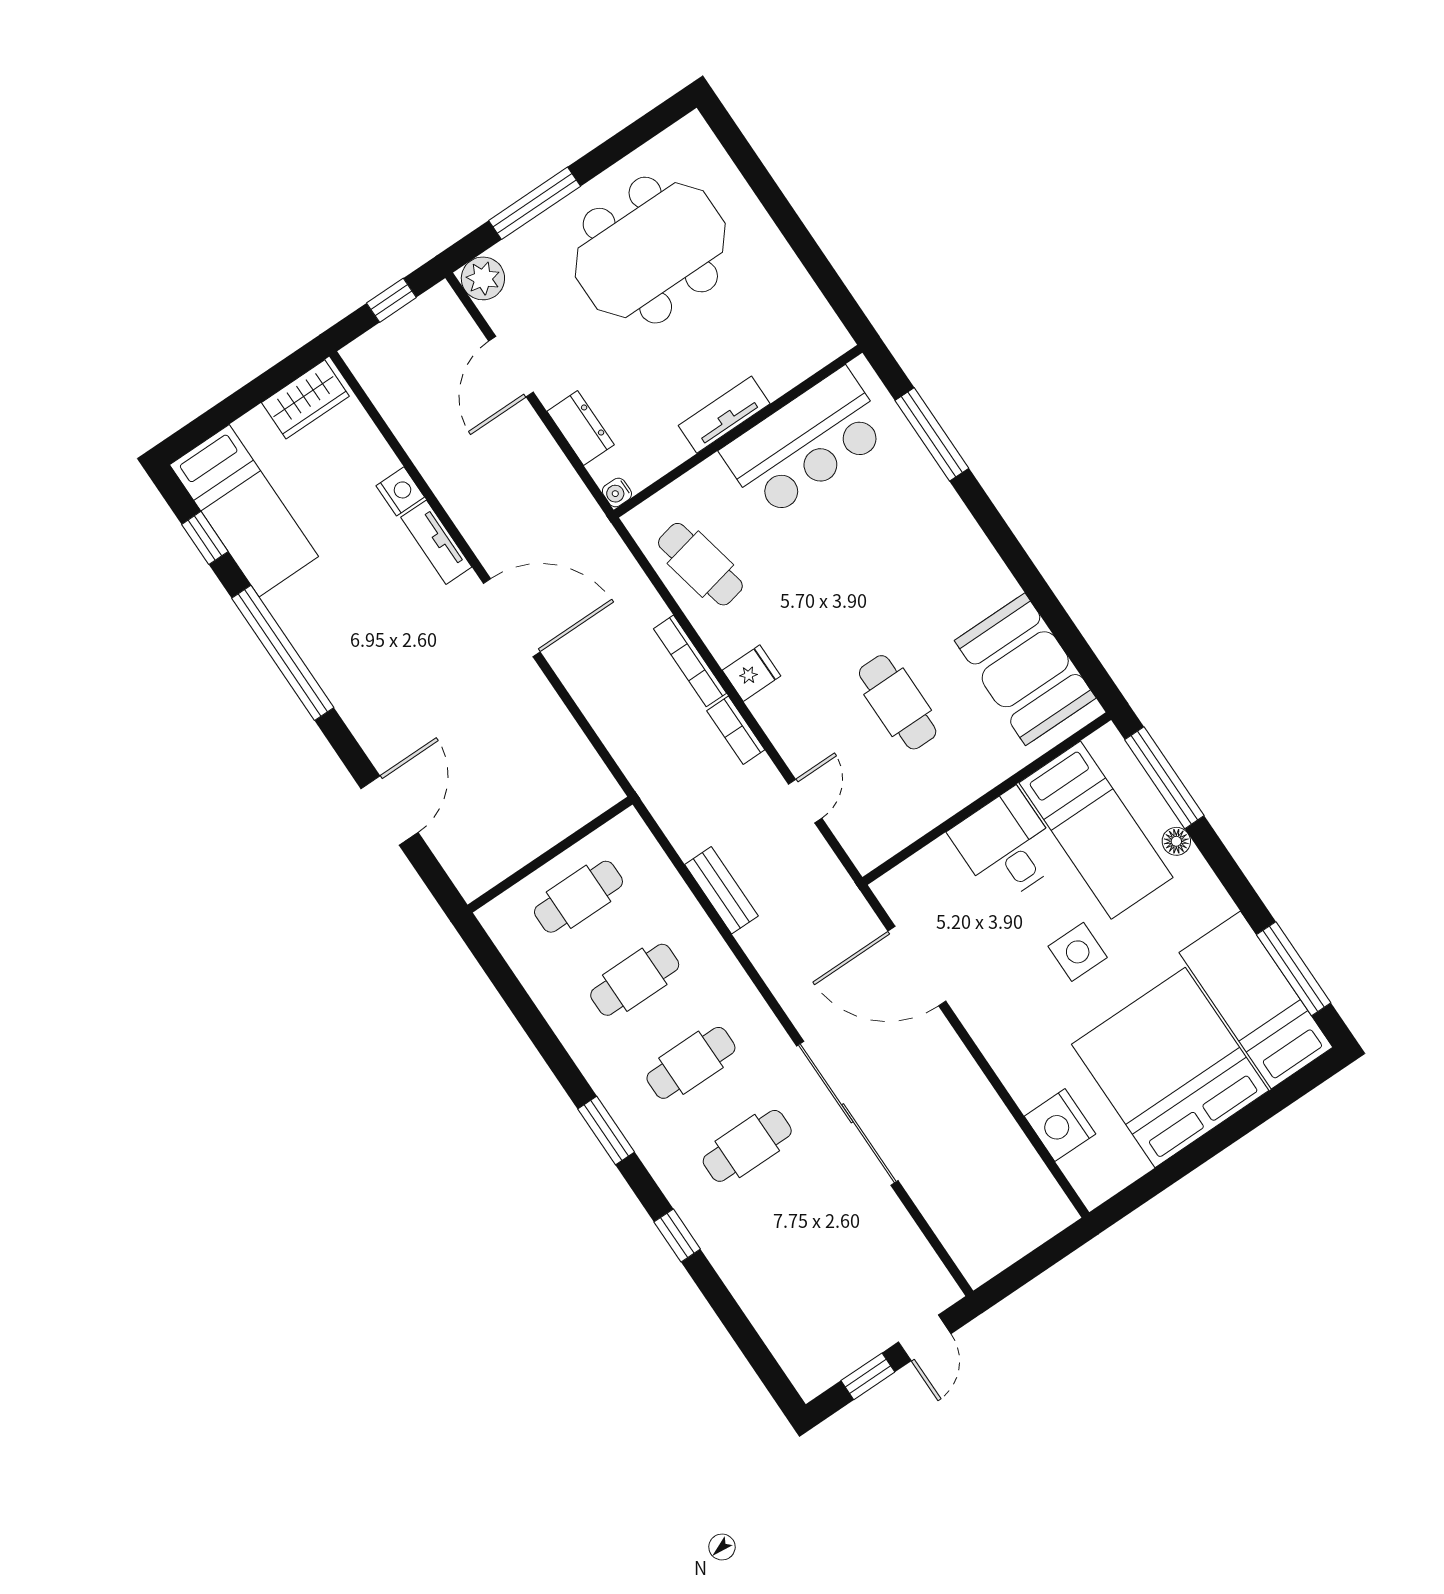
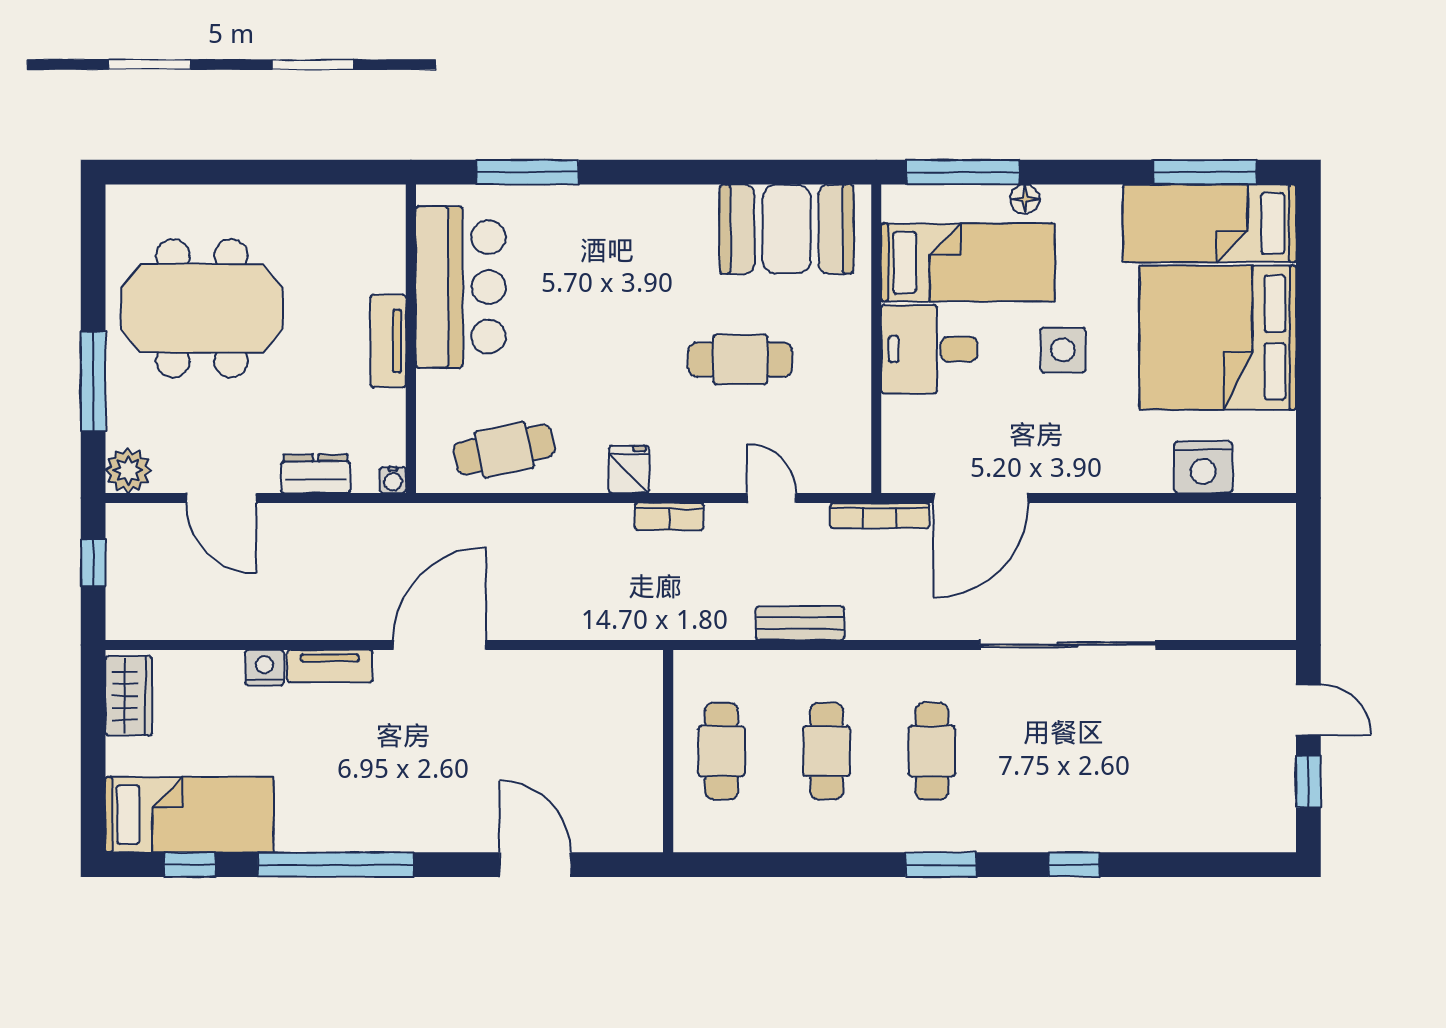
meeting table: (650, 250) -> (202, 308), turned 90
bookcase: (690, 661) -> (880, 516), moved
cafe table: (747, 1146) -> (1037, 751), removed

